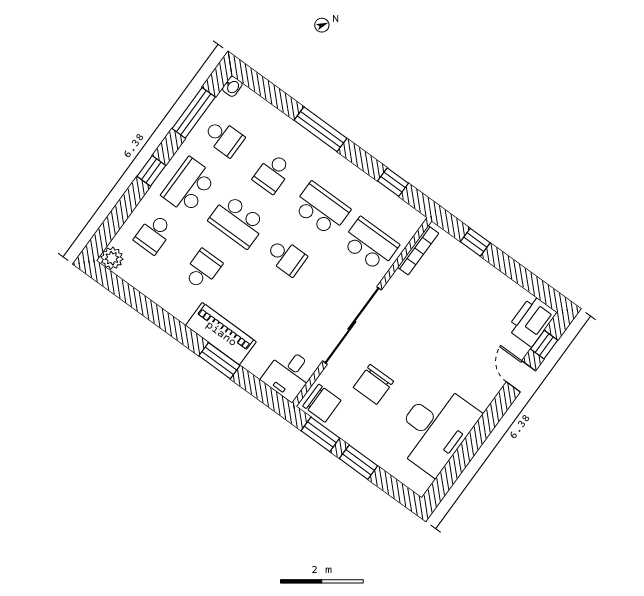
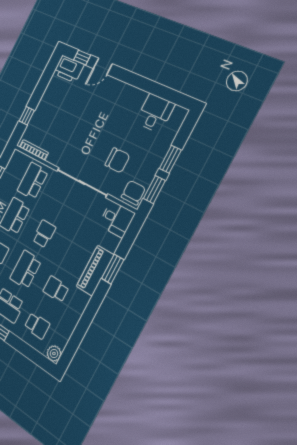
school desk: (237, 221) -> (26, 270), turned 180
desk: (435, 429) -> (155, 113), width x0.53, depth x0.77

